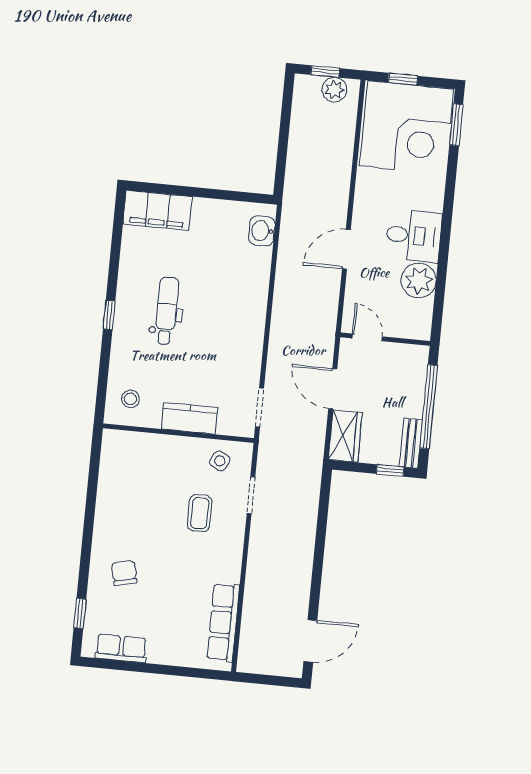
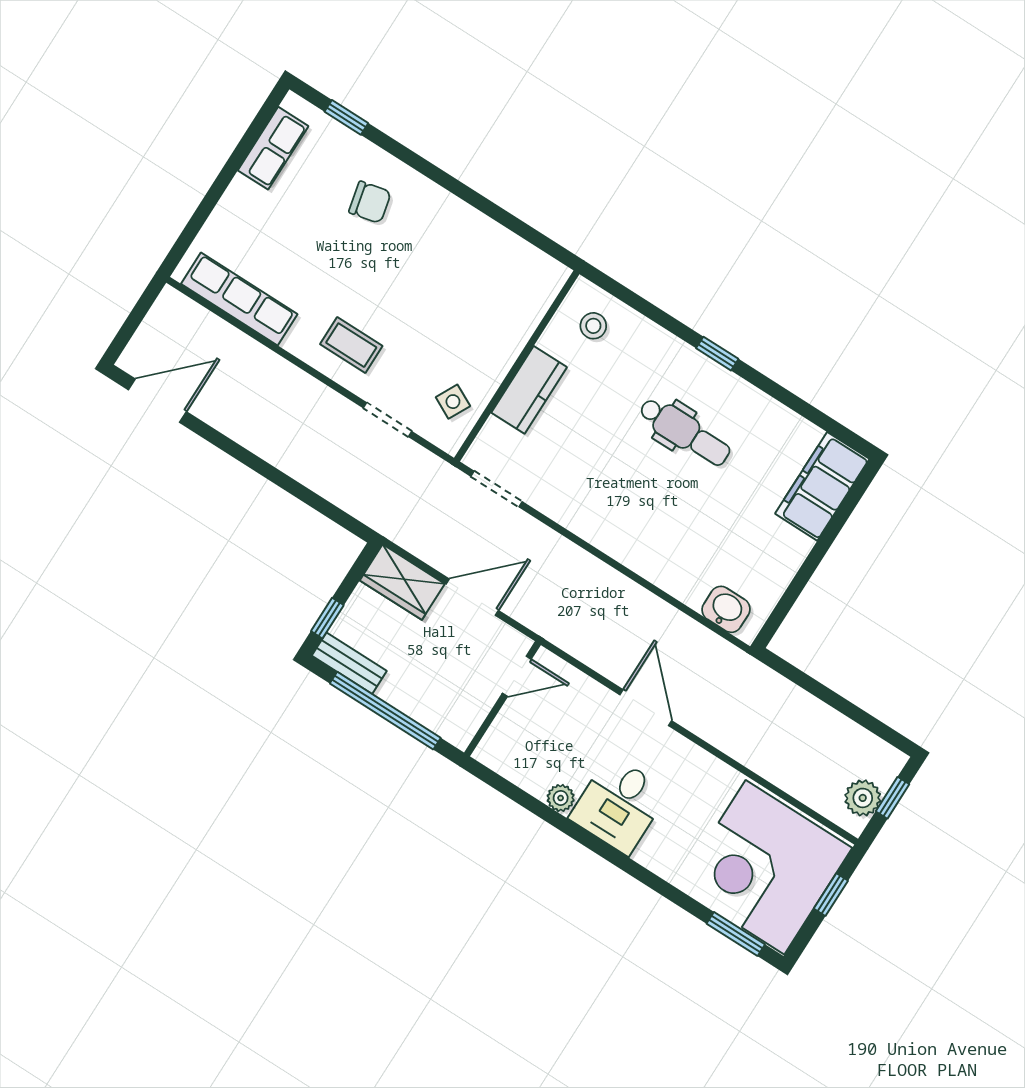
plant: (419, 281) -> (561, 798), width x0.53, depth x0.53
coffee table: (200, 513) -> (351, 345), moved
door: (310, 641) -> (157, 401), swing flipped

